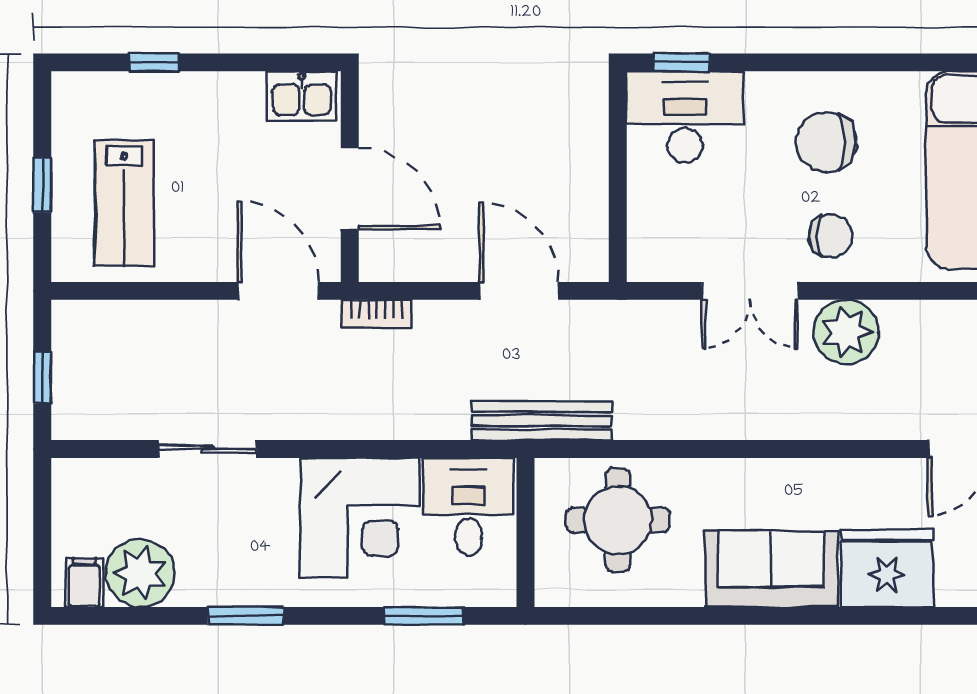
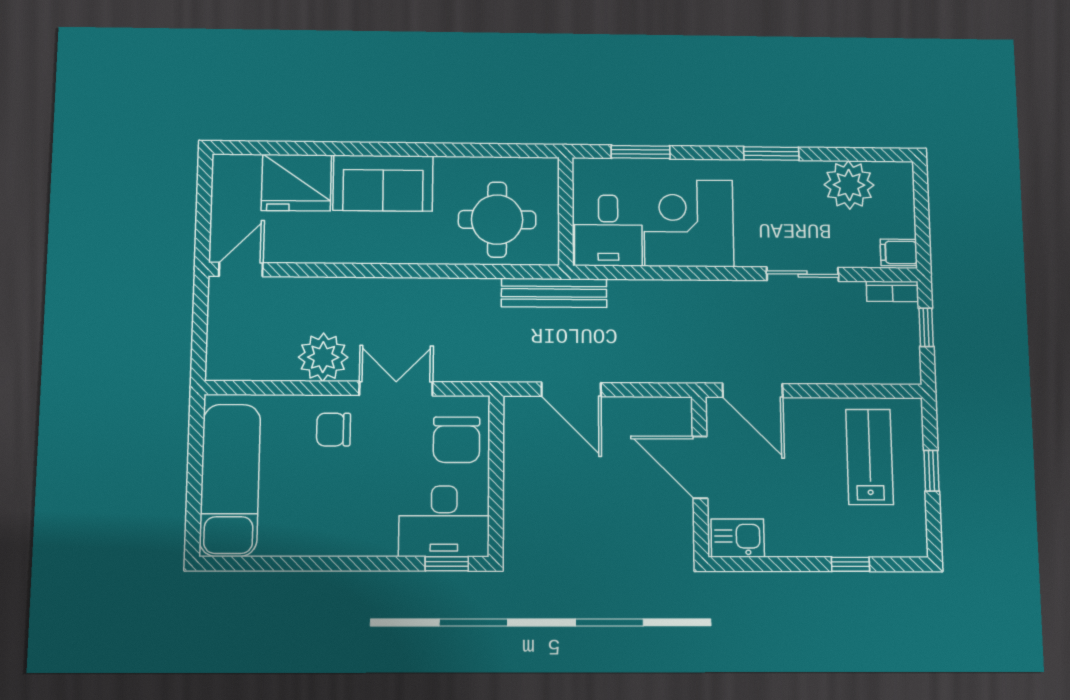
chair: (826, 142) -> (457, 440), moved, turned 90
bookcase: (376, 314) -> (892, 291), moved, turned 180
filing cabinet: (84, 583) -> (899, 252), moved, turned 90

